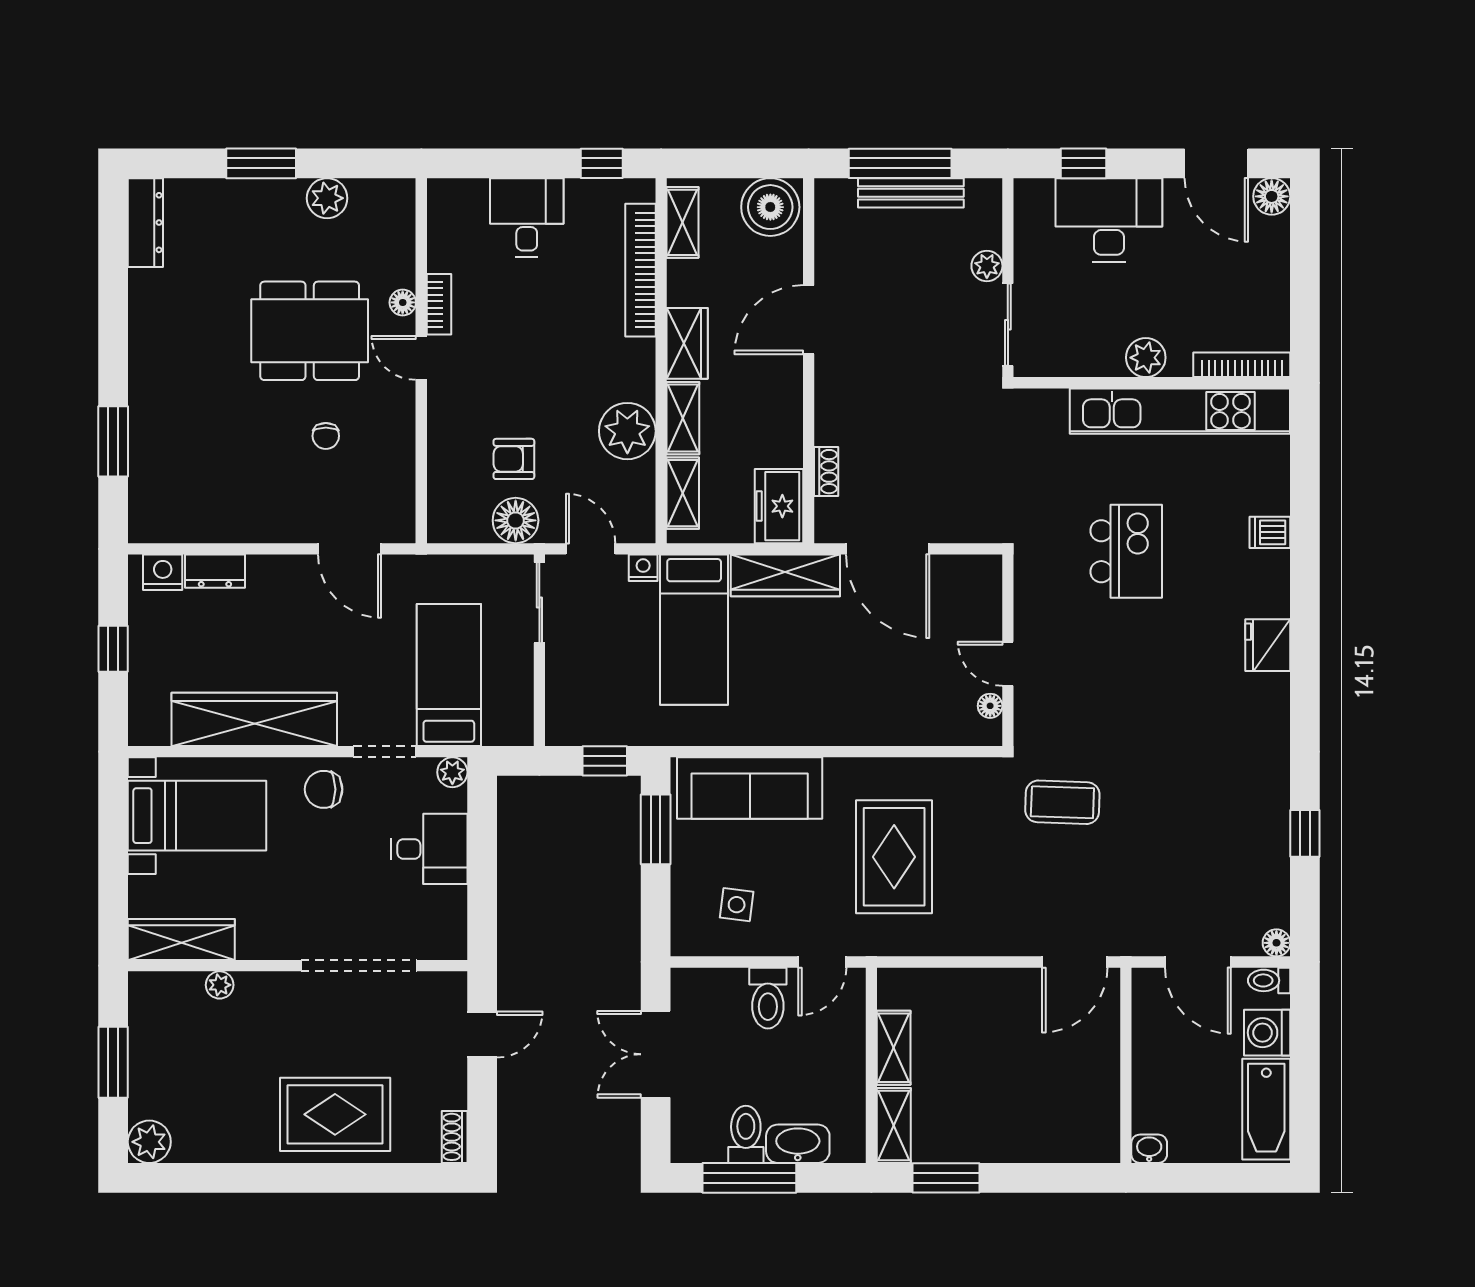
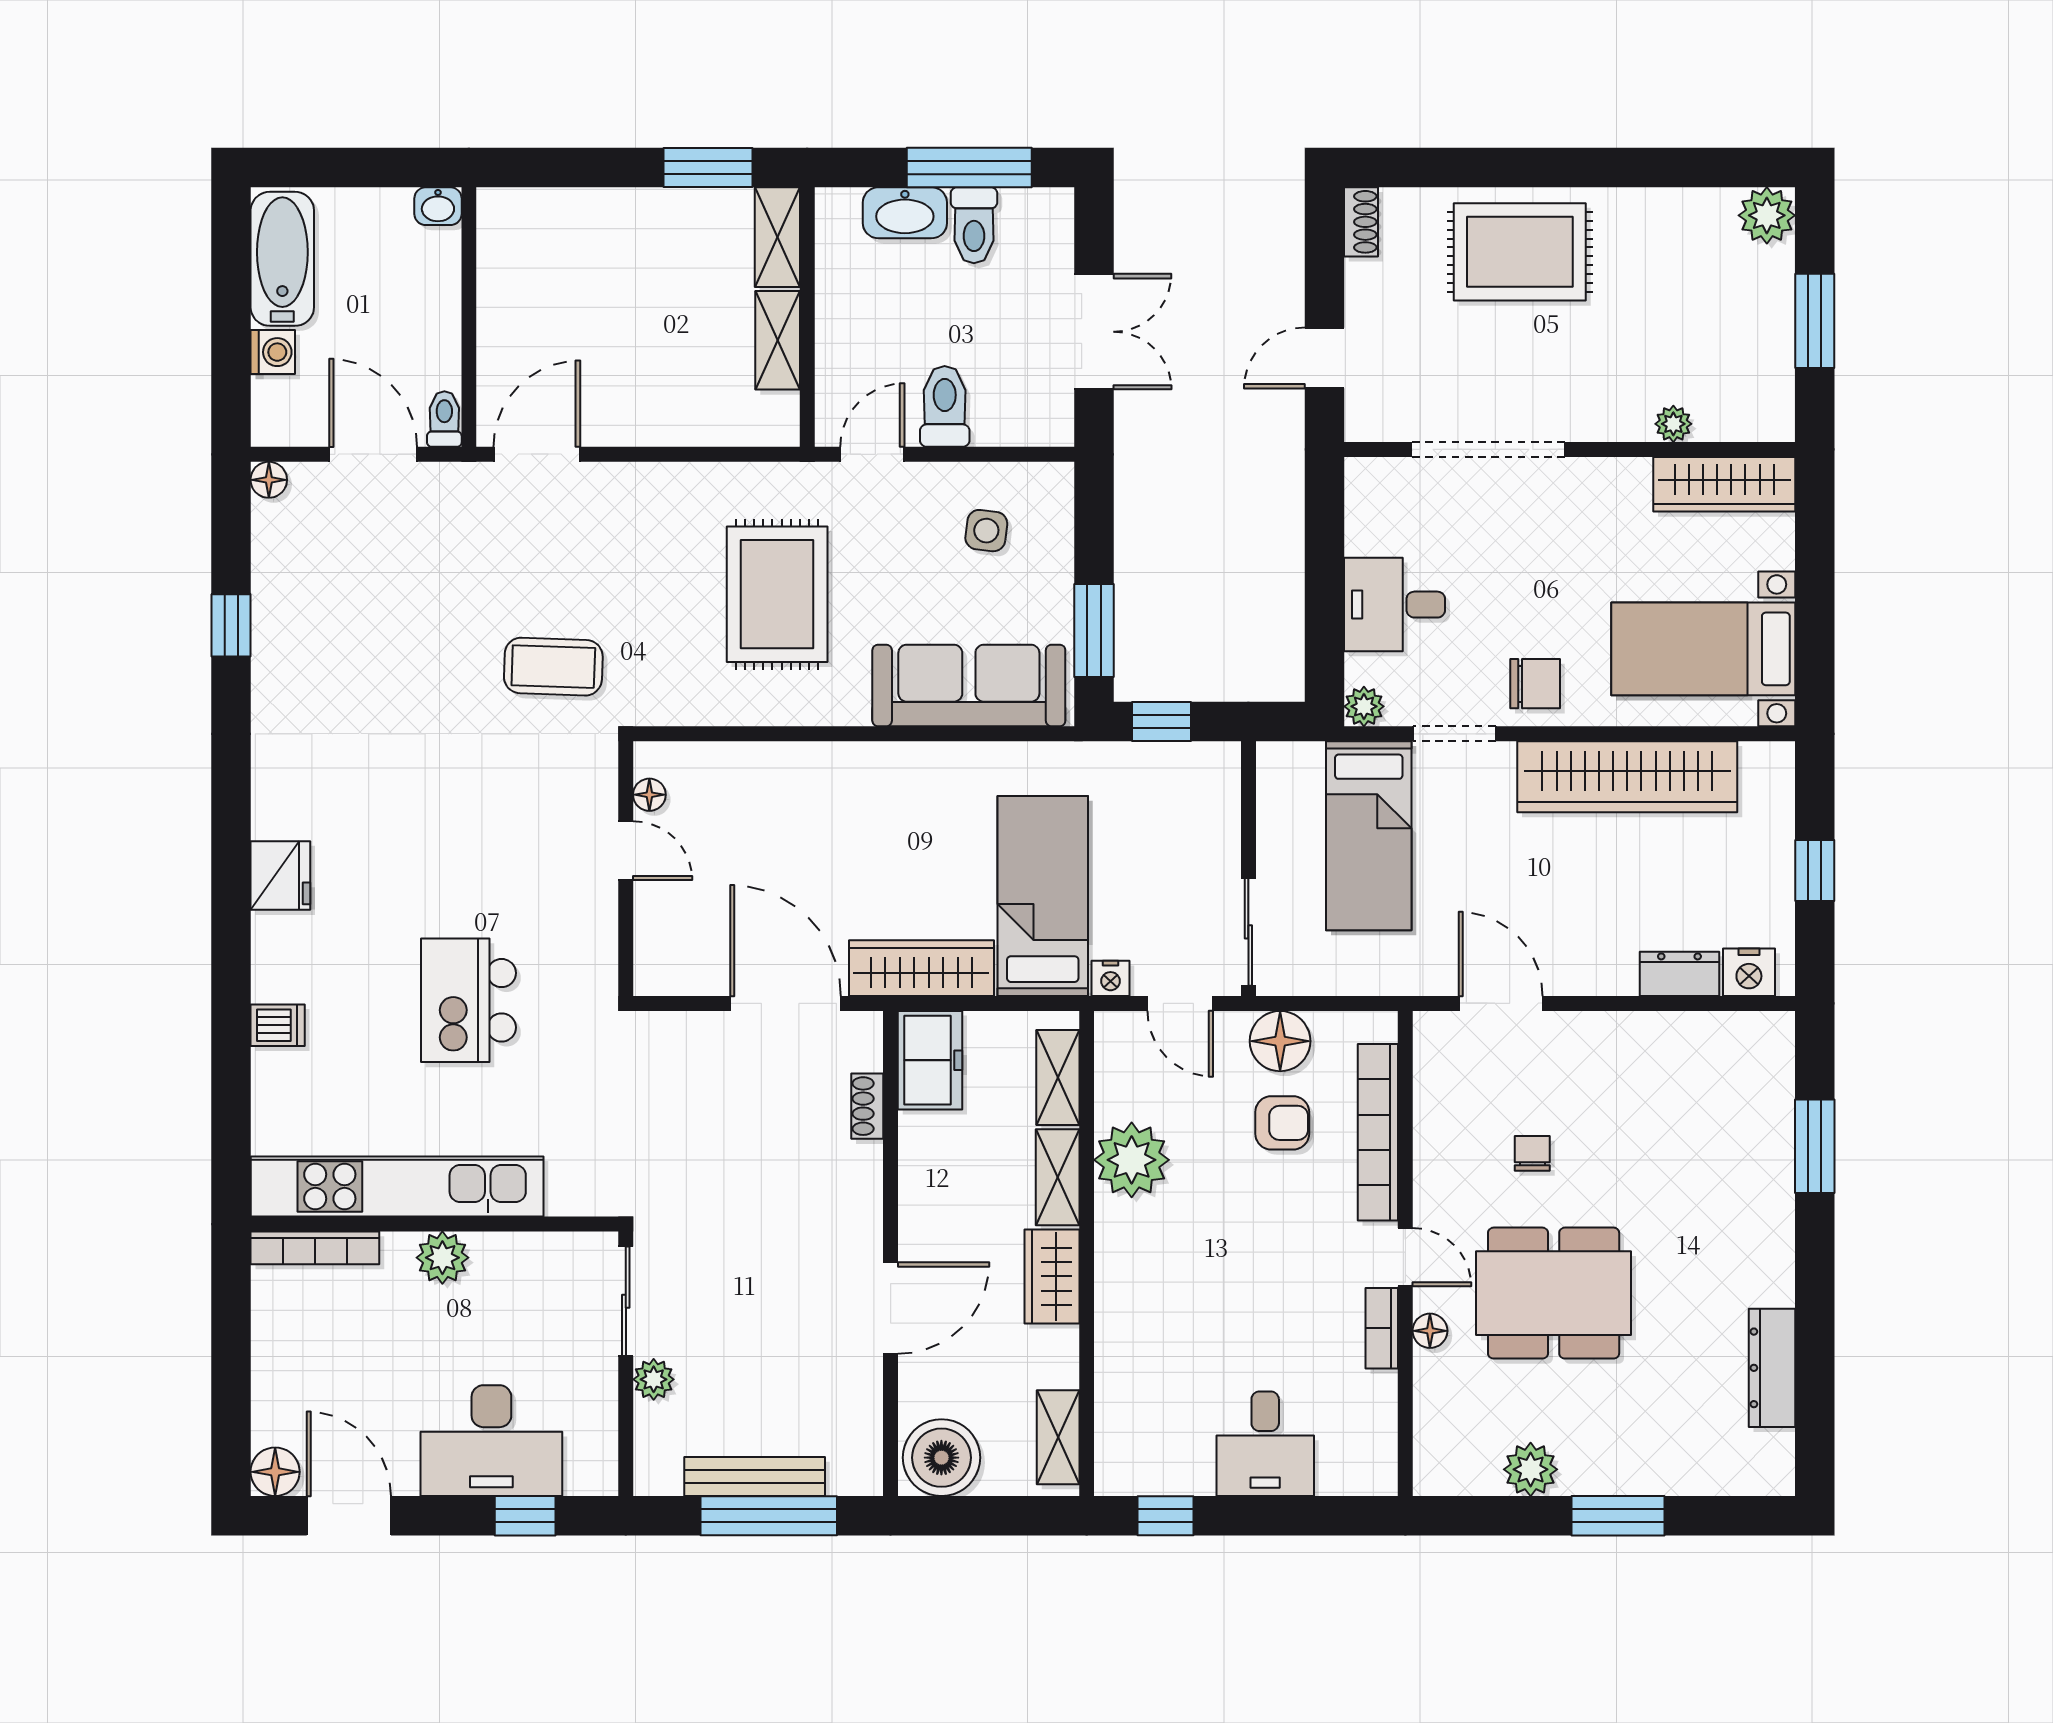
dresser: (145, 223) -> (1772, 1368), moved
bookcase: (640, 270) -> (1378, 1132), moved, turned 180
toilet: (1269, 980) -> (444, 419), moved, turned -90
washing machine: (1267, 1033) -> (273, 352), width x0.73, depth x0.73

